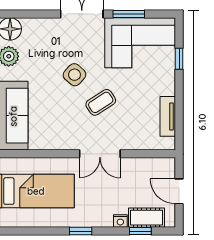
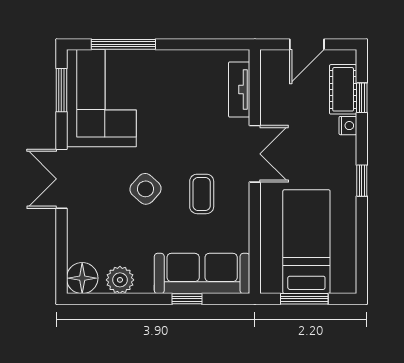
window: (129, 14) -> (61, 90), moved
window: (179, 59) -> (123, 44), width x2.17
coffee table: (101, 102) -> (202, 194), moved, turned 33
tv unit: (168, 116) -> (239, 89), moved, turned 90

